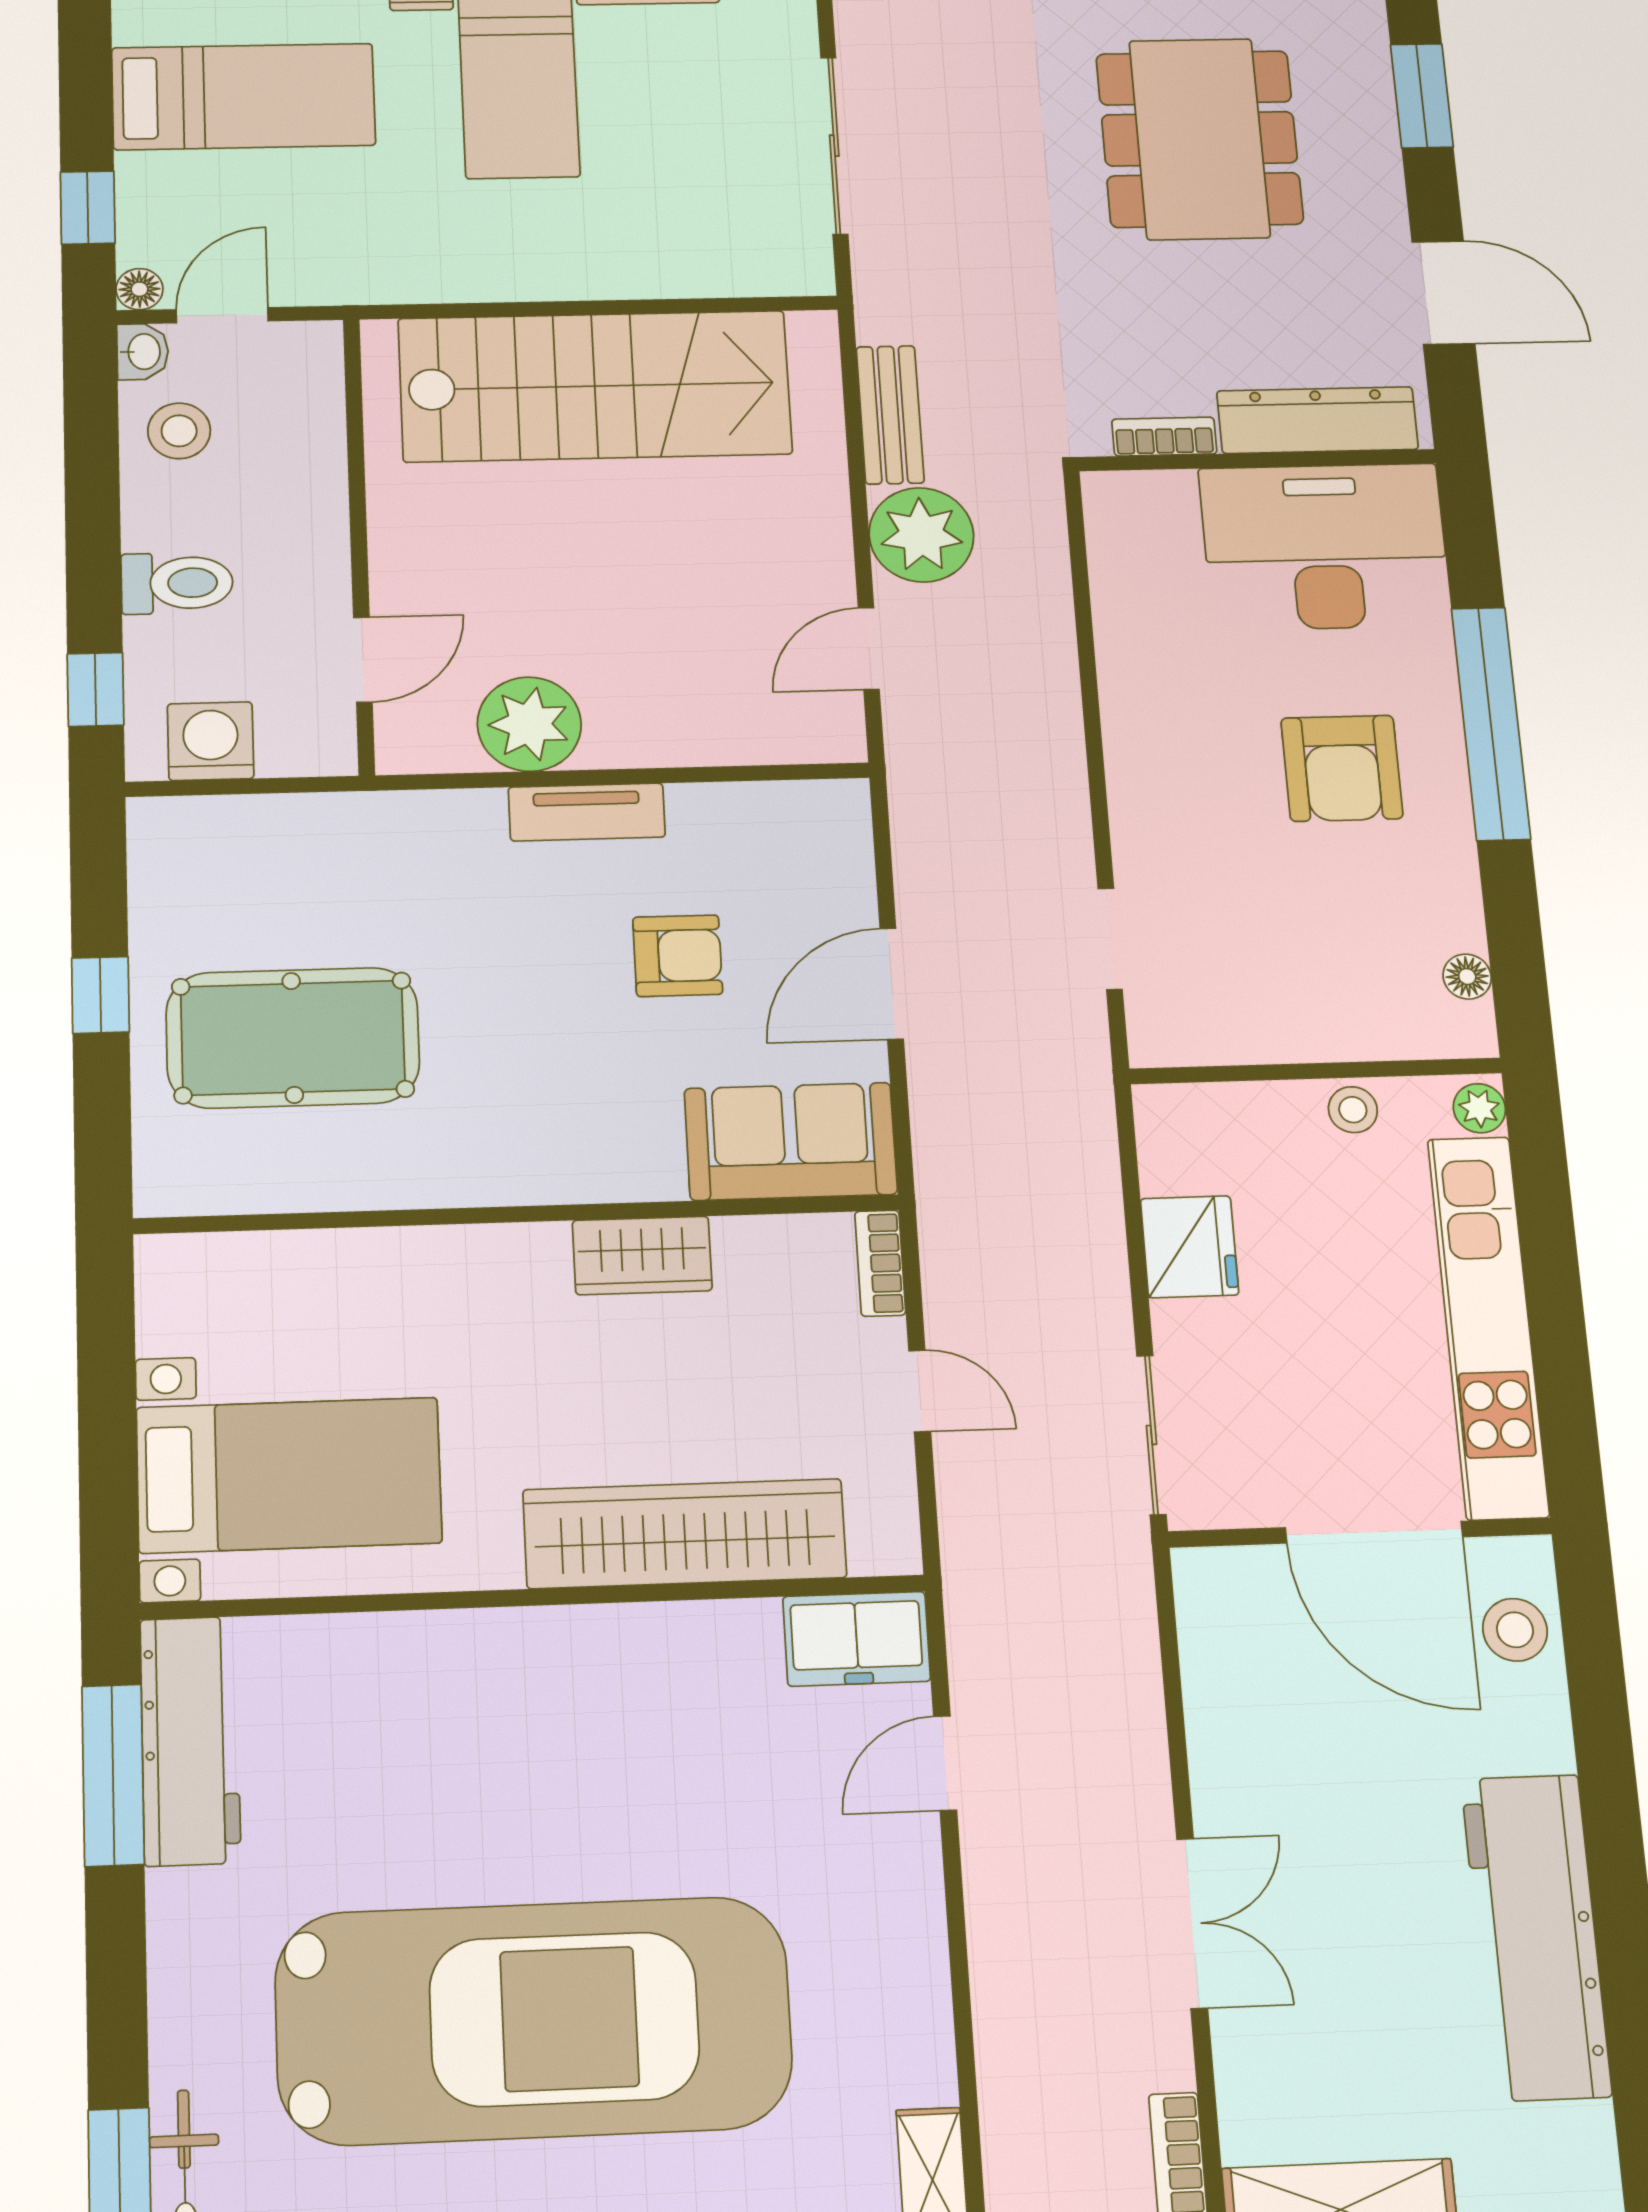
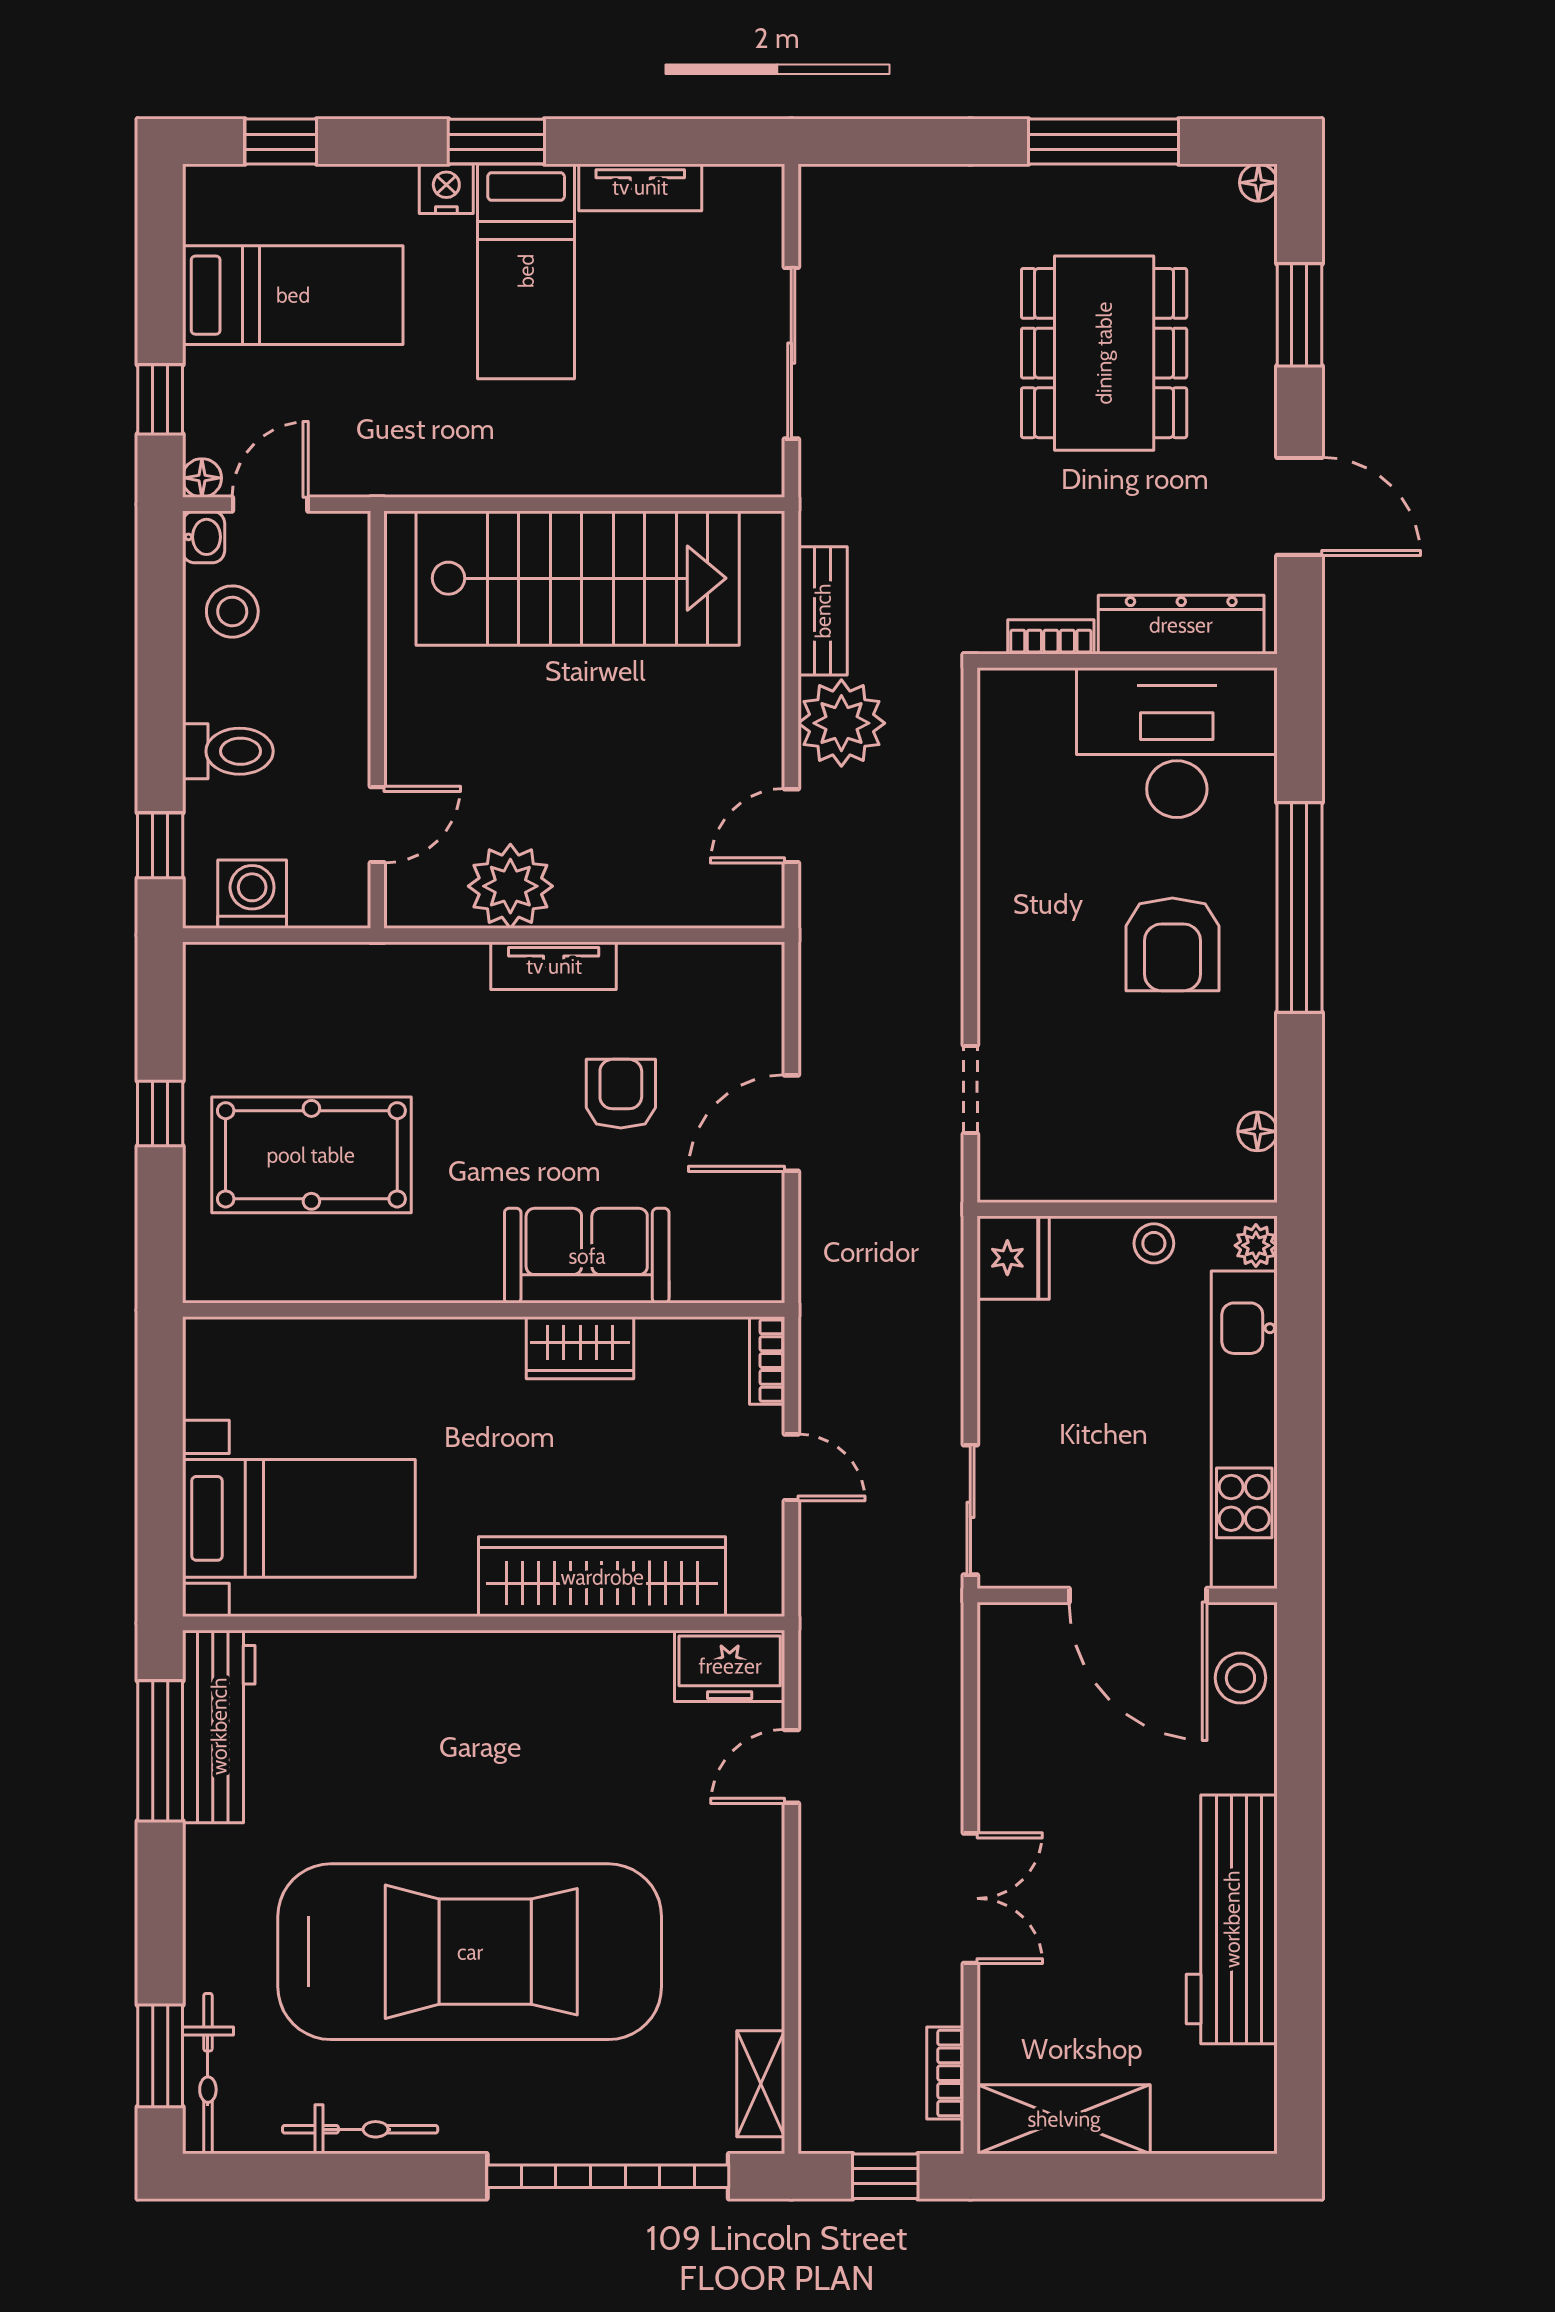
armchair: (678, 956) -> (621, 1094), turned -90
sofa: (791, 1141) -> (587, 1256), moved
fridge: (1189, 1247) -> (1013, 1258), moved

